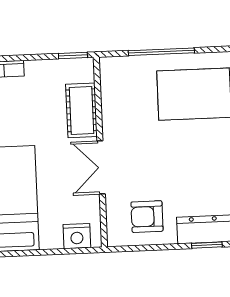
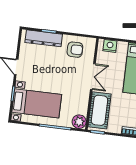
plant: (114, 71) -> (79, 122), added
cot: (82, 110) -> (99, 110), width x1.37, depth x1.34

